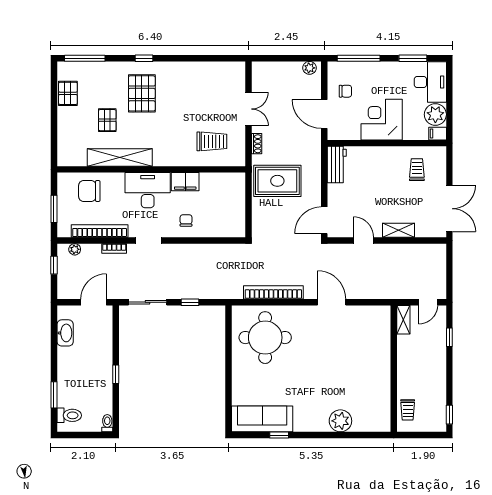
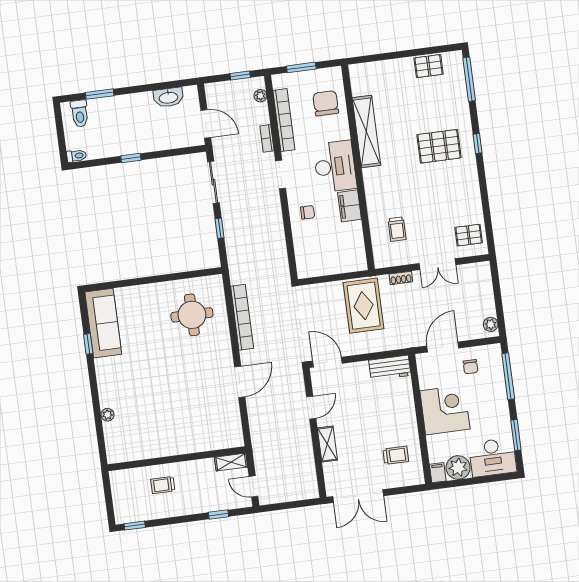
pallet: (107, 120) -> (469, 235), moved
trolley: (212, 141) -> (397, 229), width x0.73, depth x0.72
round table: (265, 338) -> (192, 315), width x0.73, depth x0.73
trolley: (408, 410) -> (163, 485), moved
plant: (340, 421) -> (107, 415), width x0.53, depth x0.53

